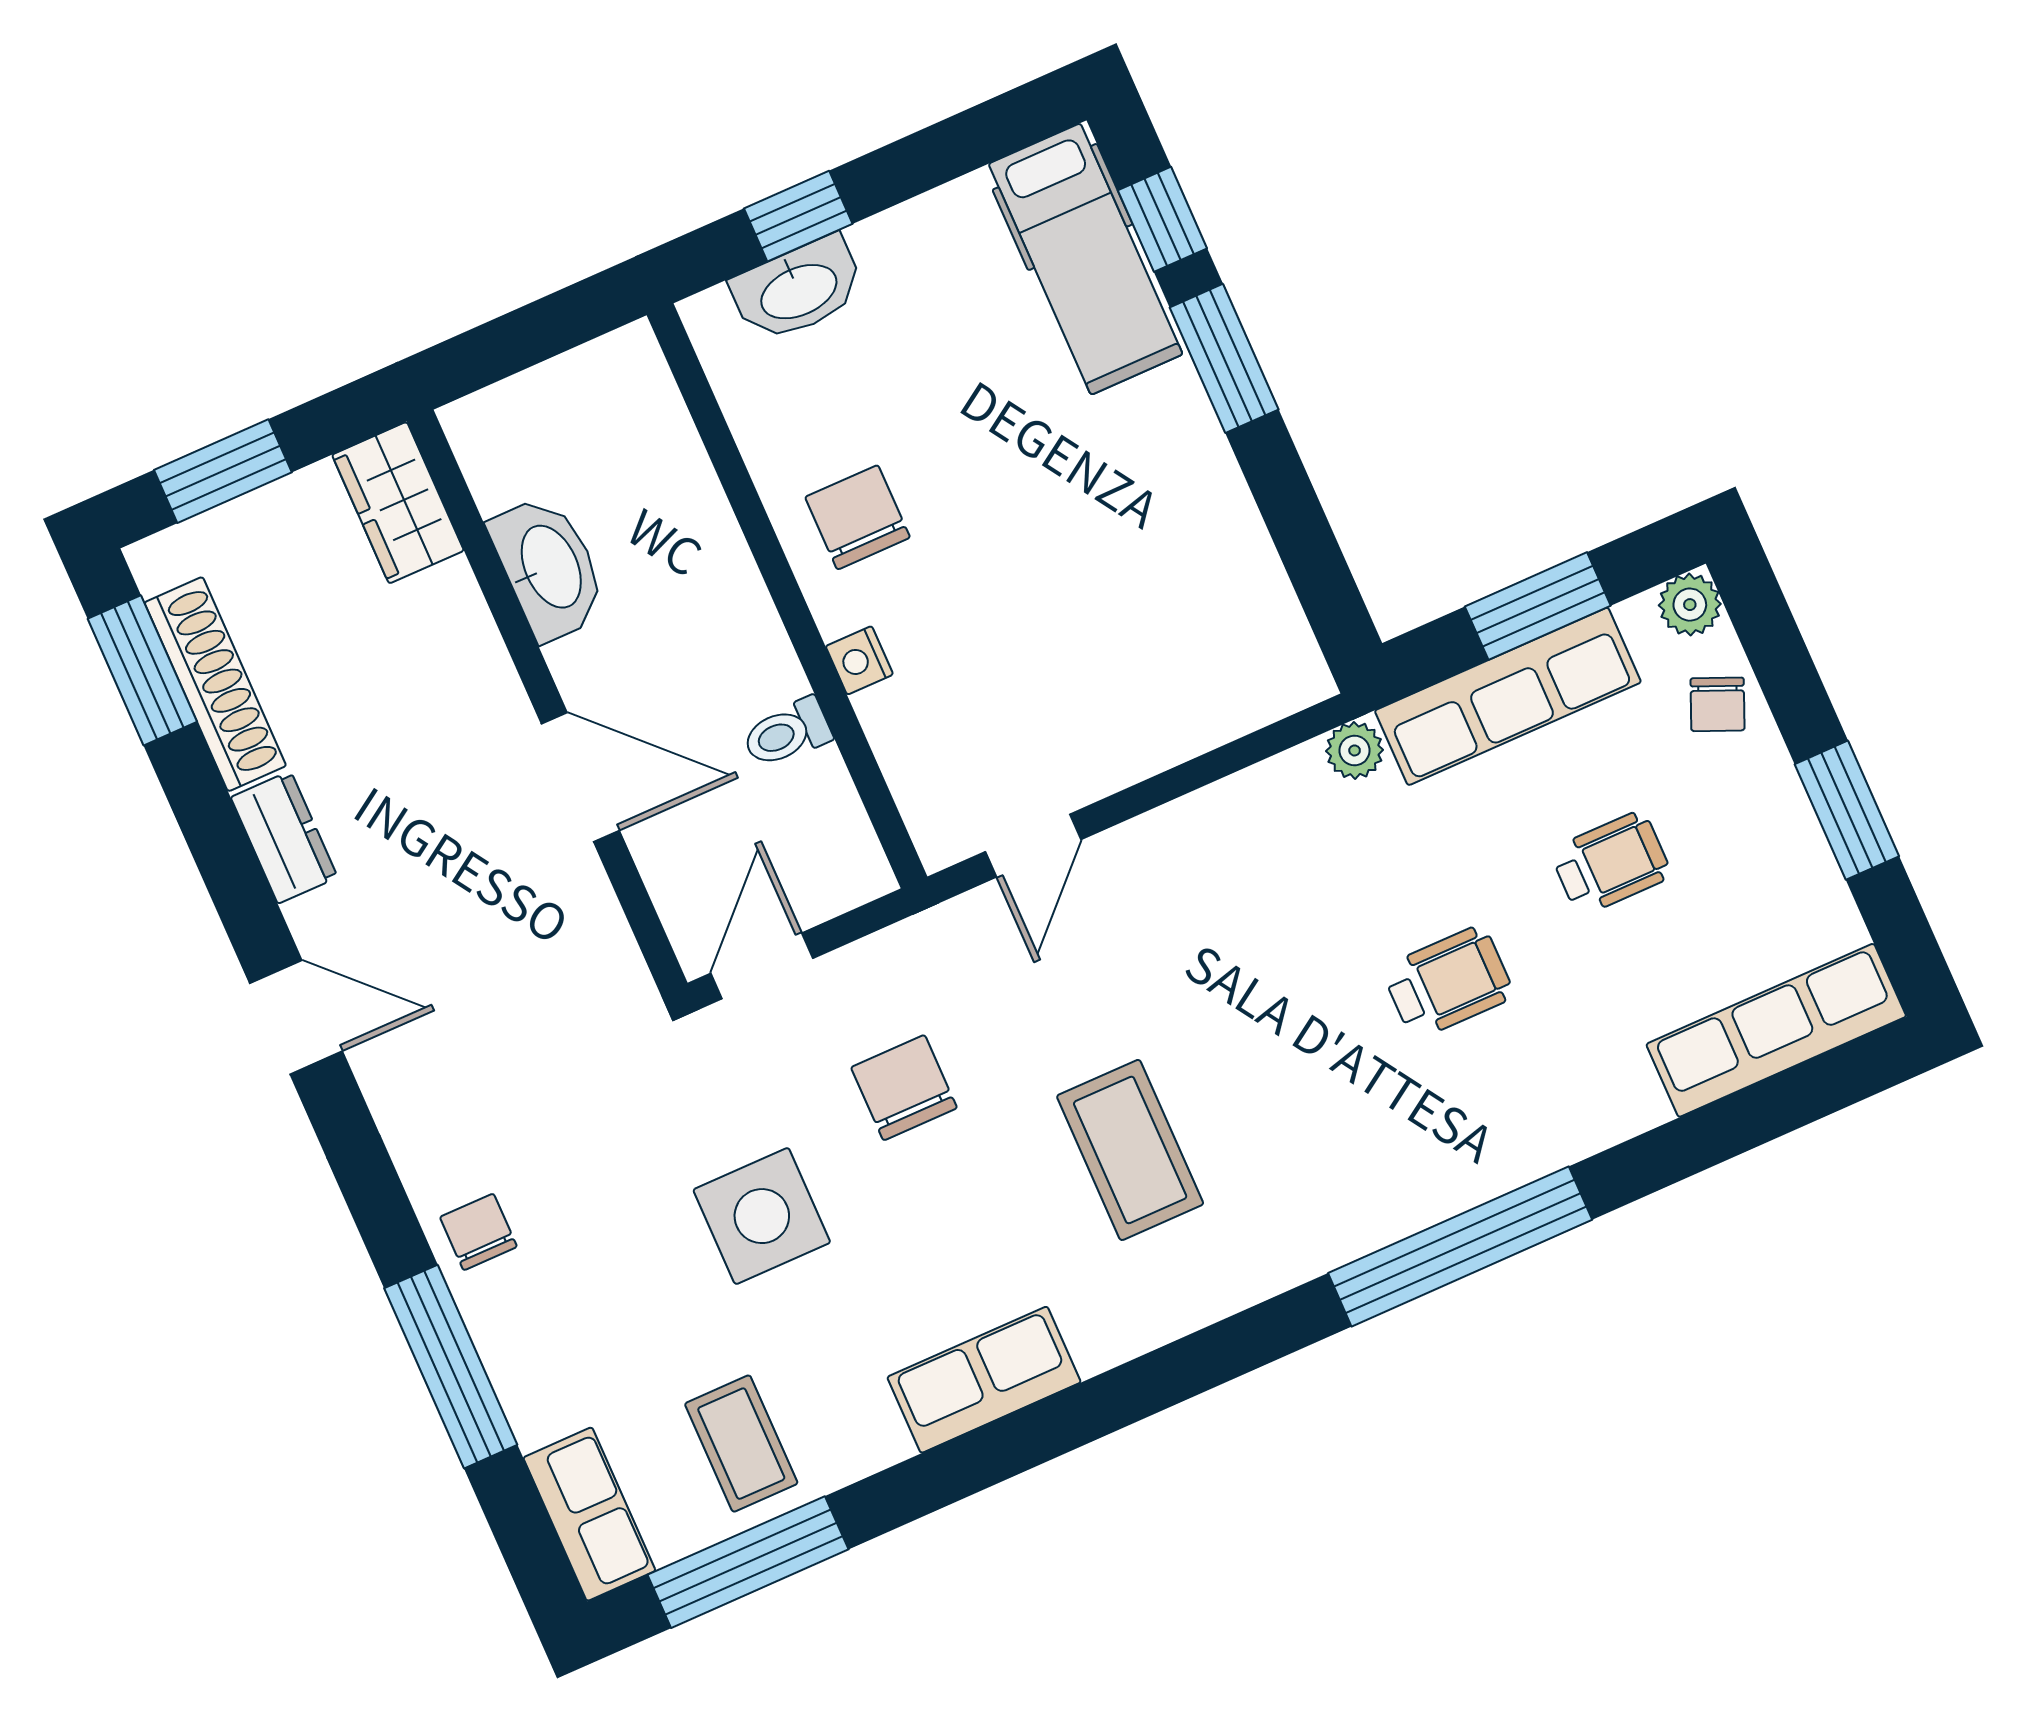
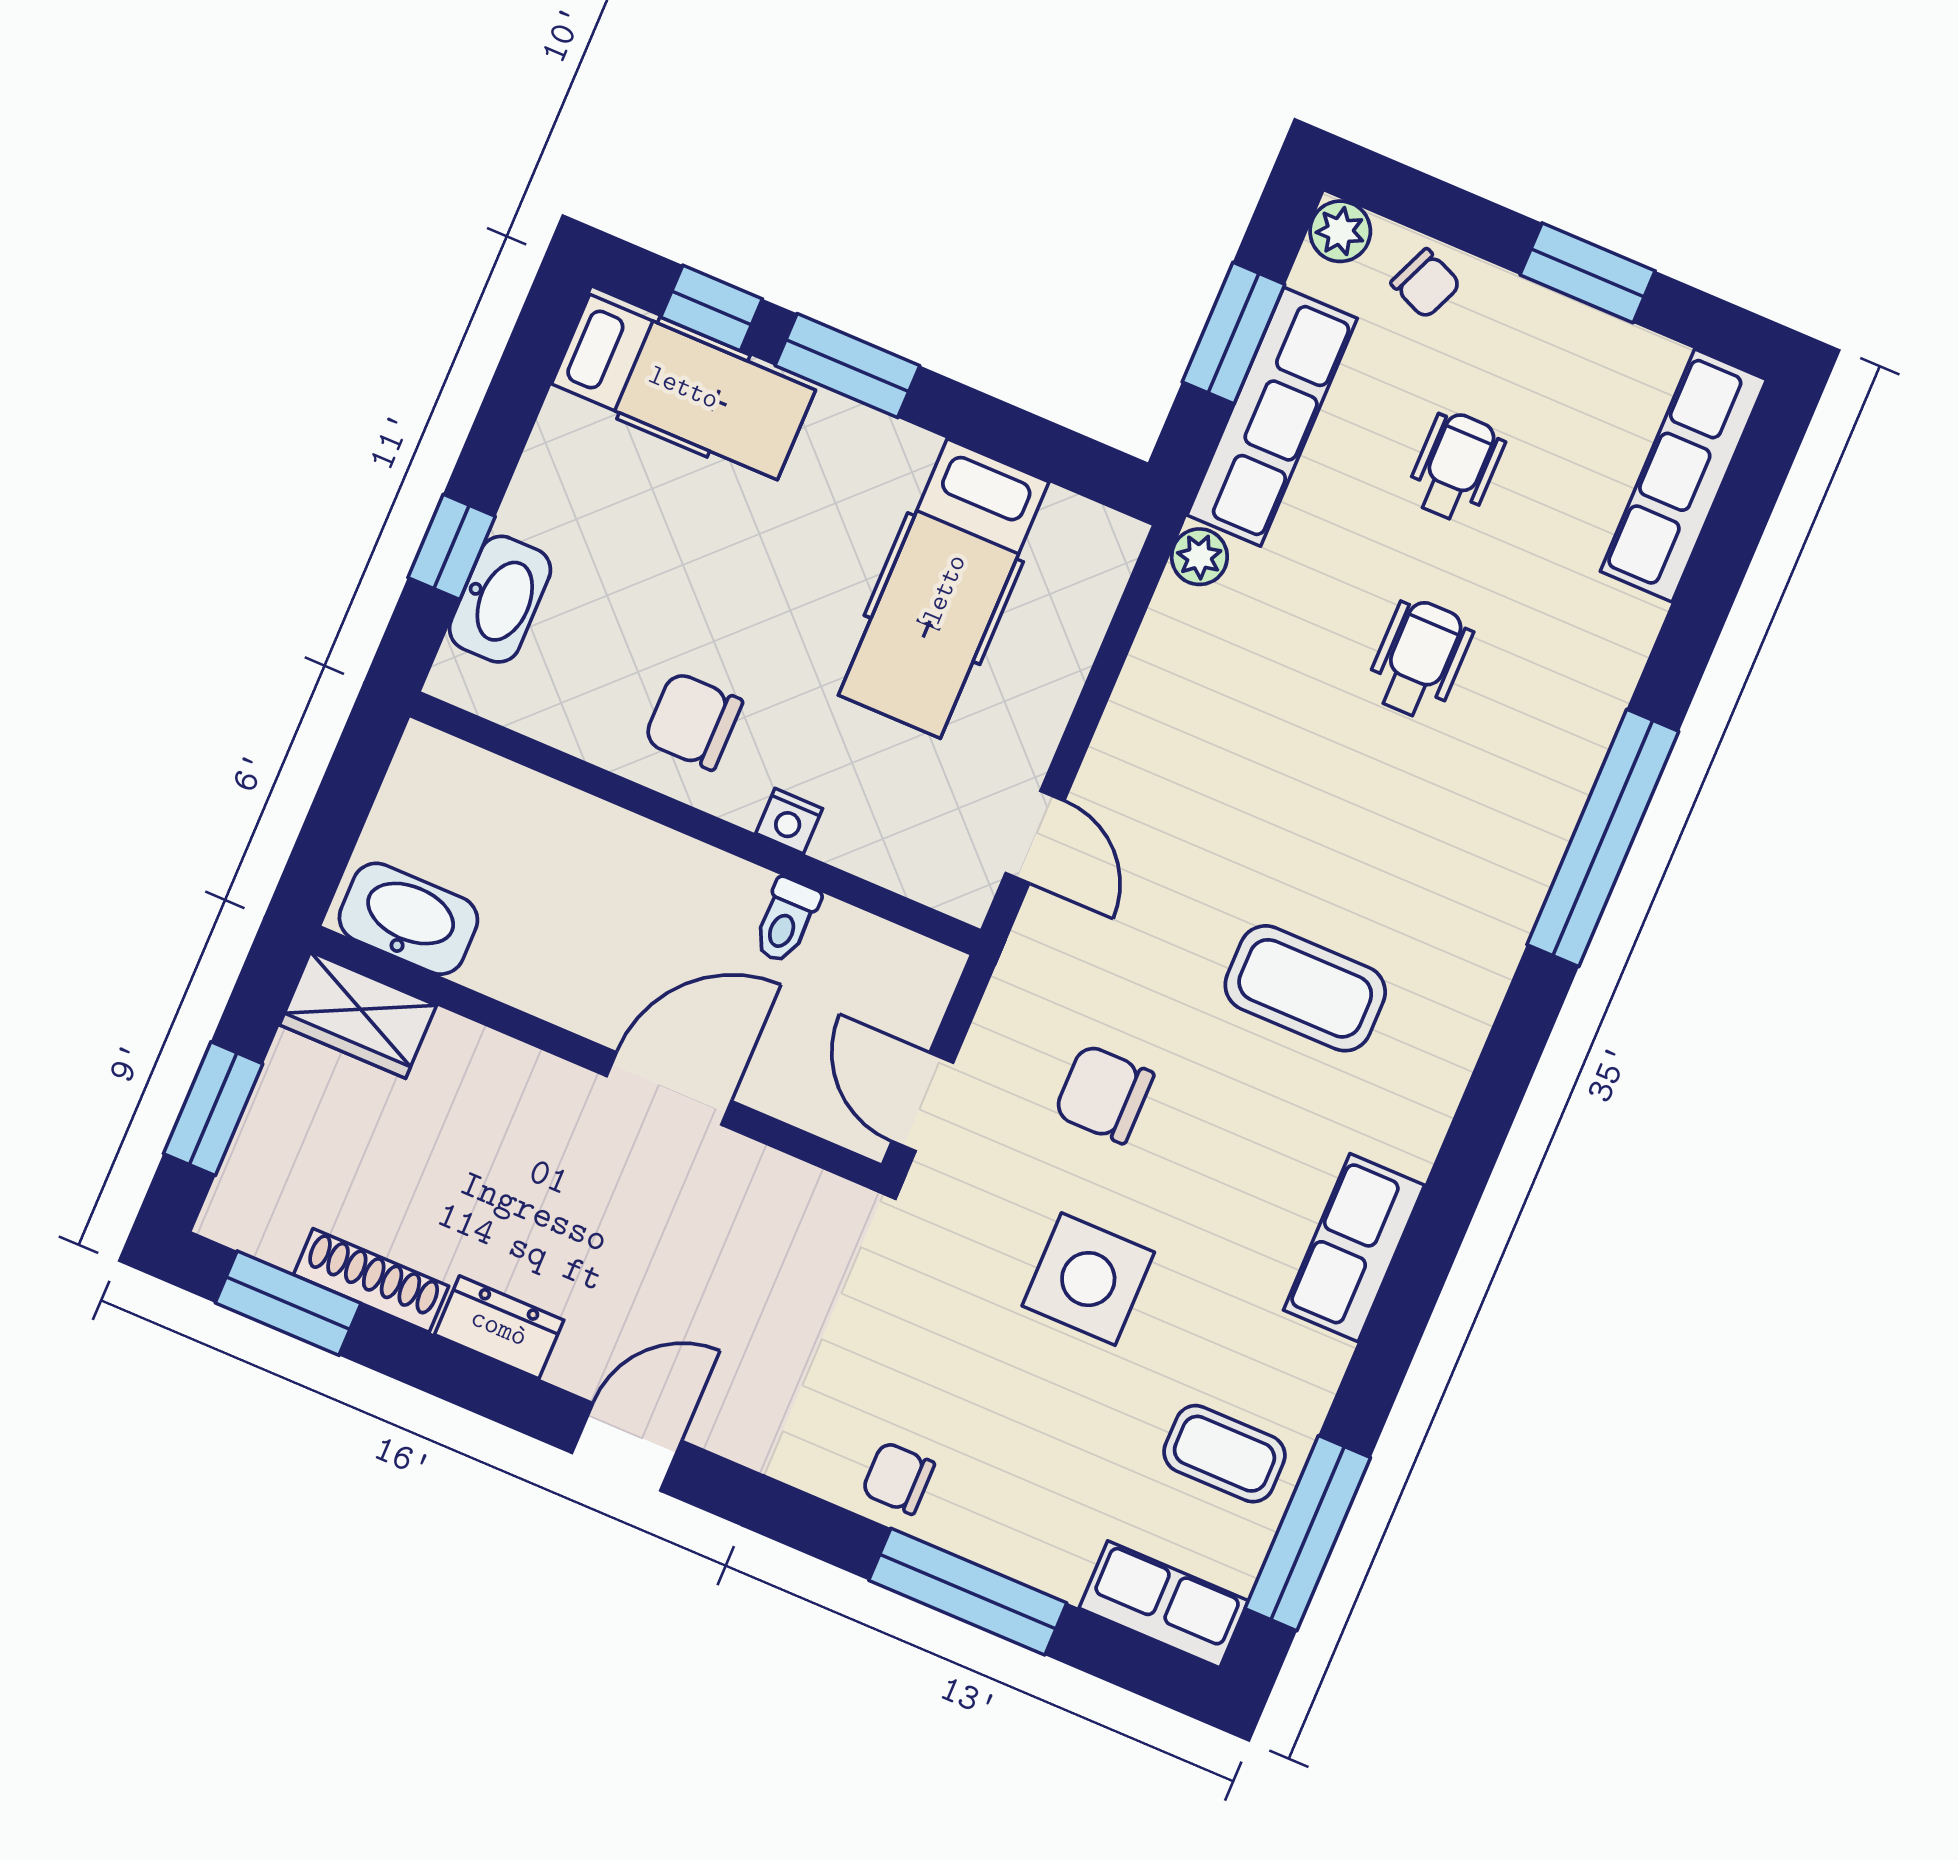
washbasin: (549, 568) -> (408, 919), moved
hospital bed: (1140, 594) -> (944, 589), added
shoe rack: (215, 684) -> (371, 1280), width x0.74, depth x0.81

